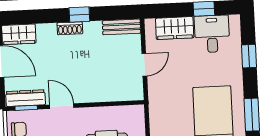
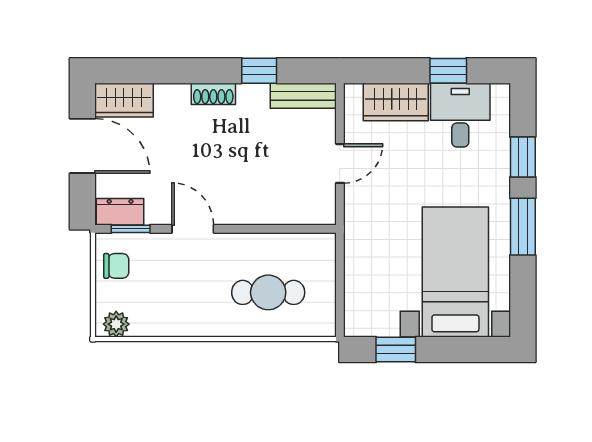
window: (79, 15) -> (259, 71), moved
dresser: (26, 98) -> (120, 212), width x0.70
window: (252, 115) -> (523, 227), moved

